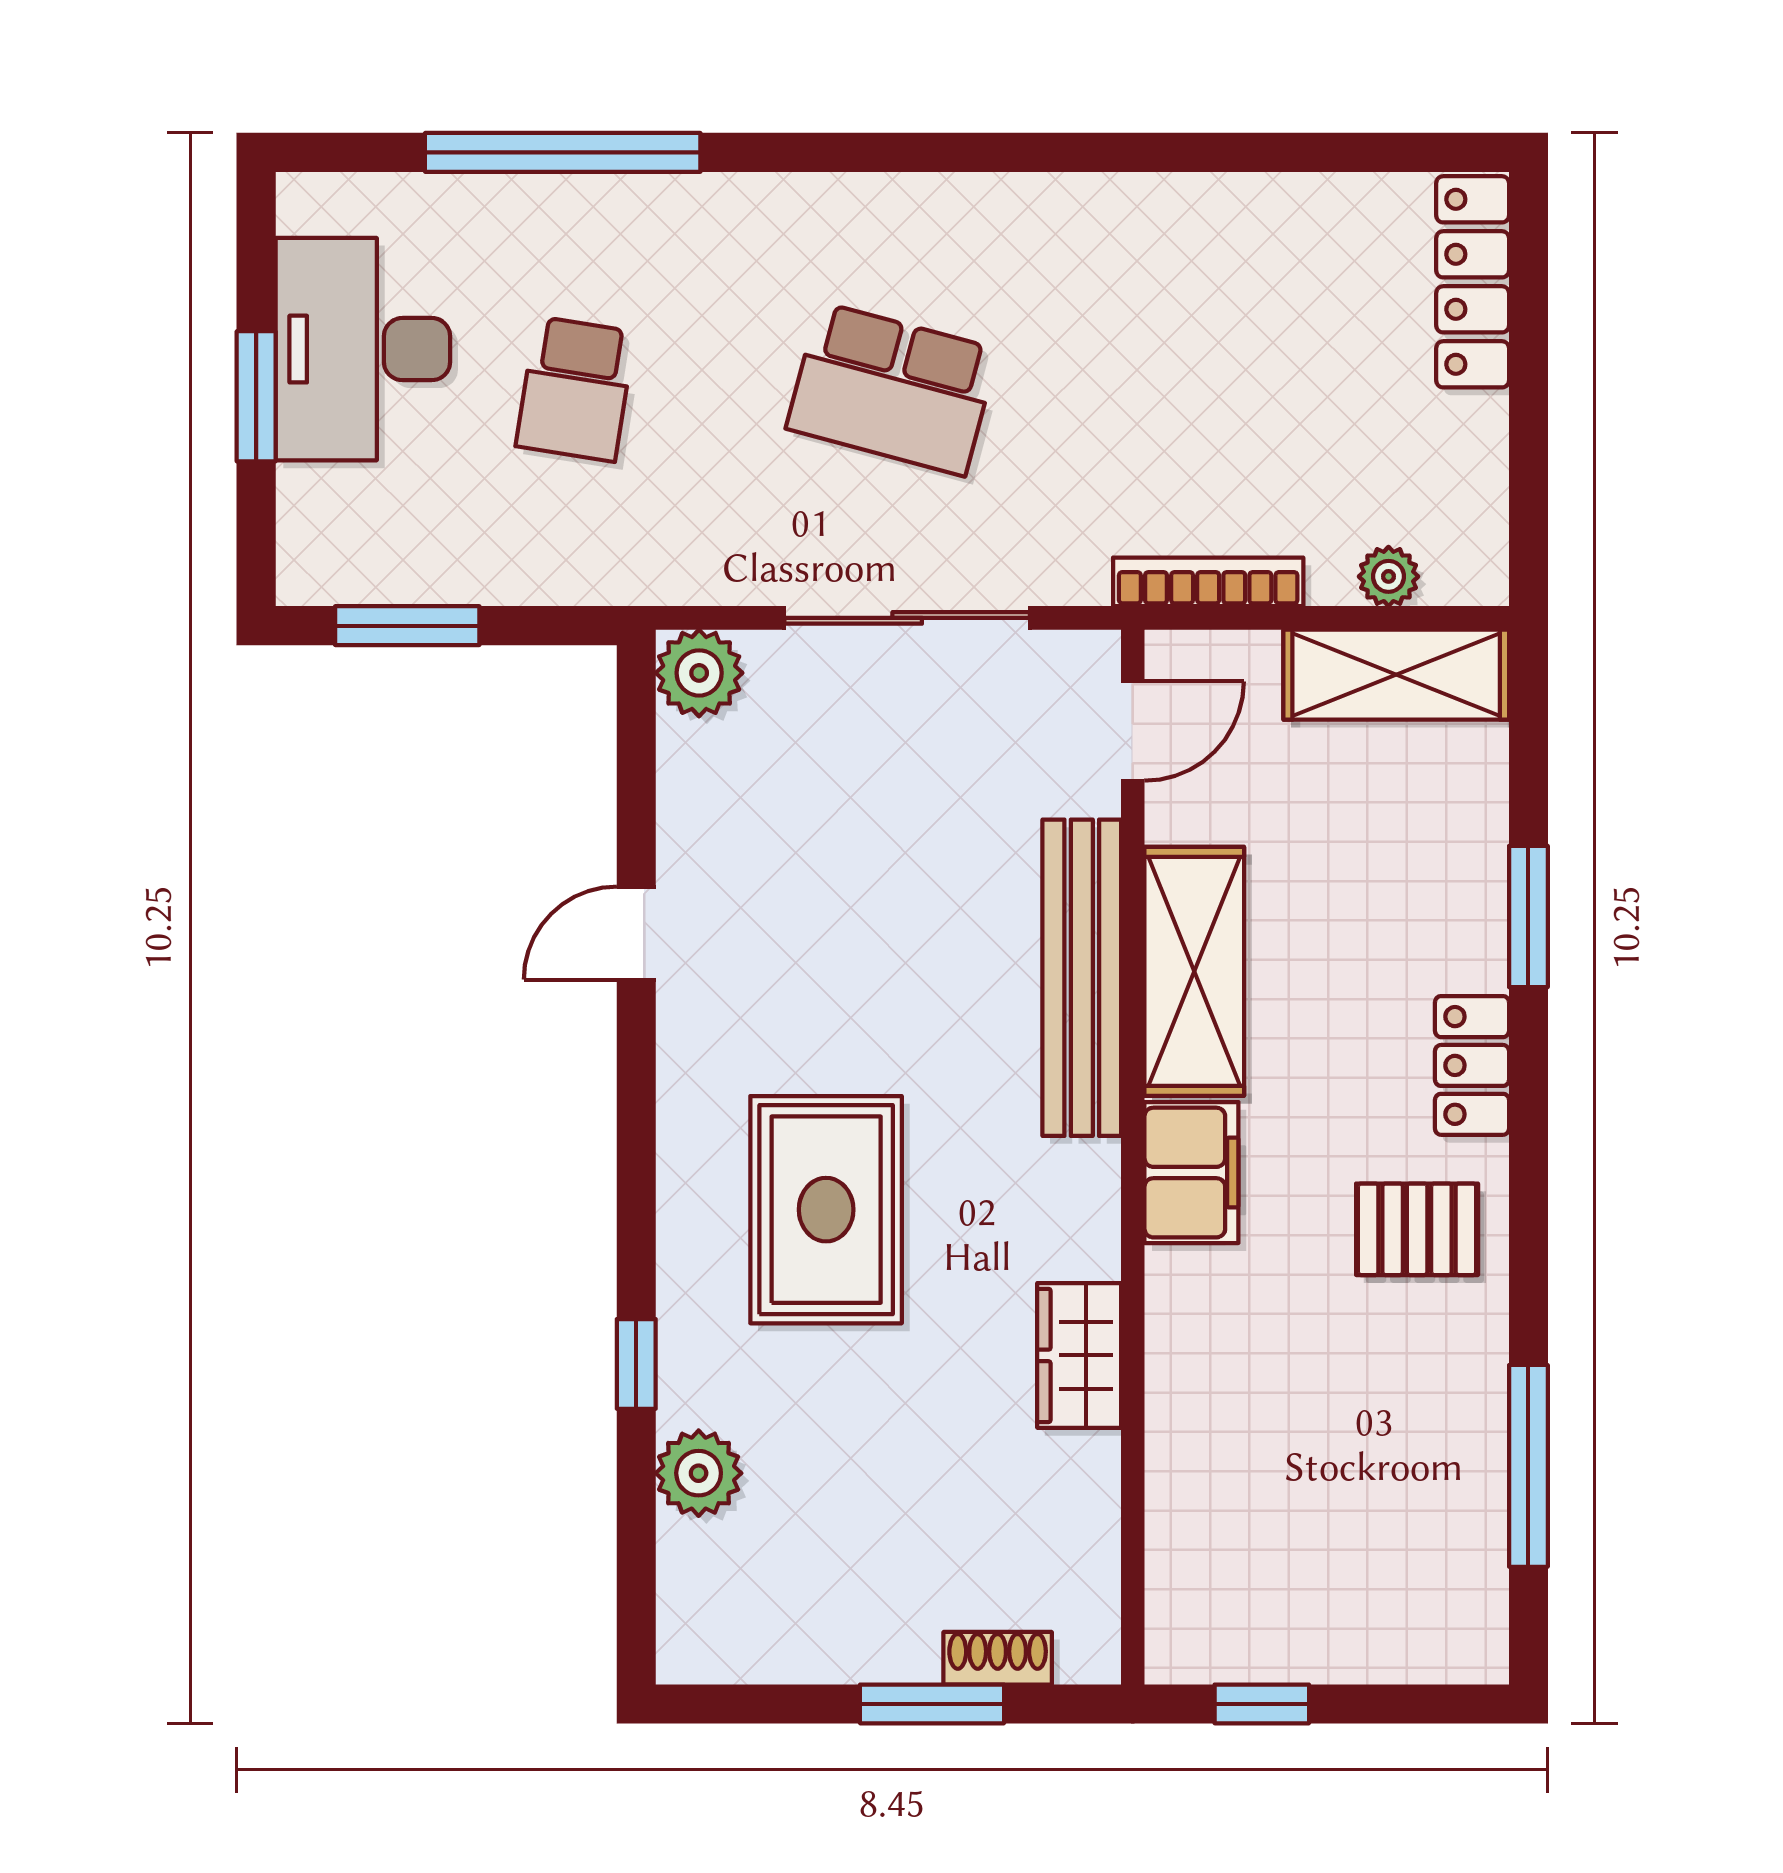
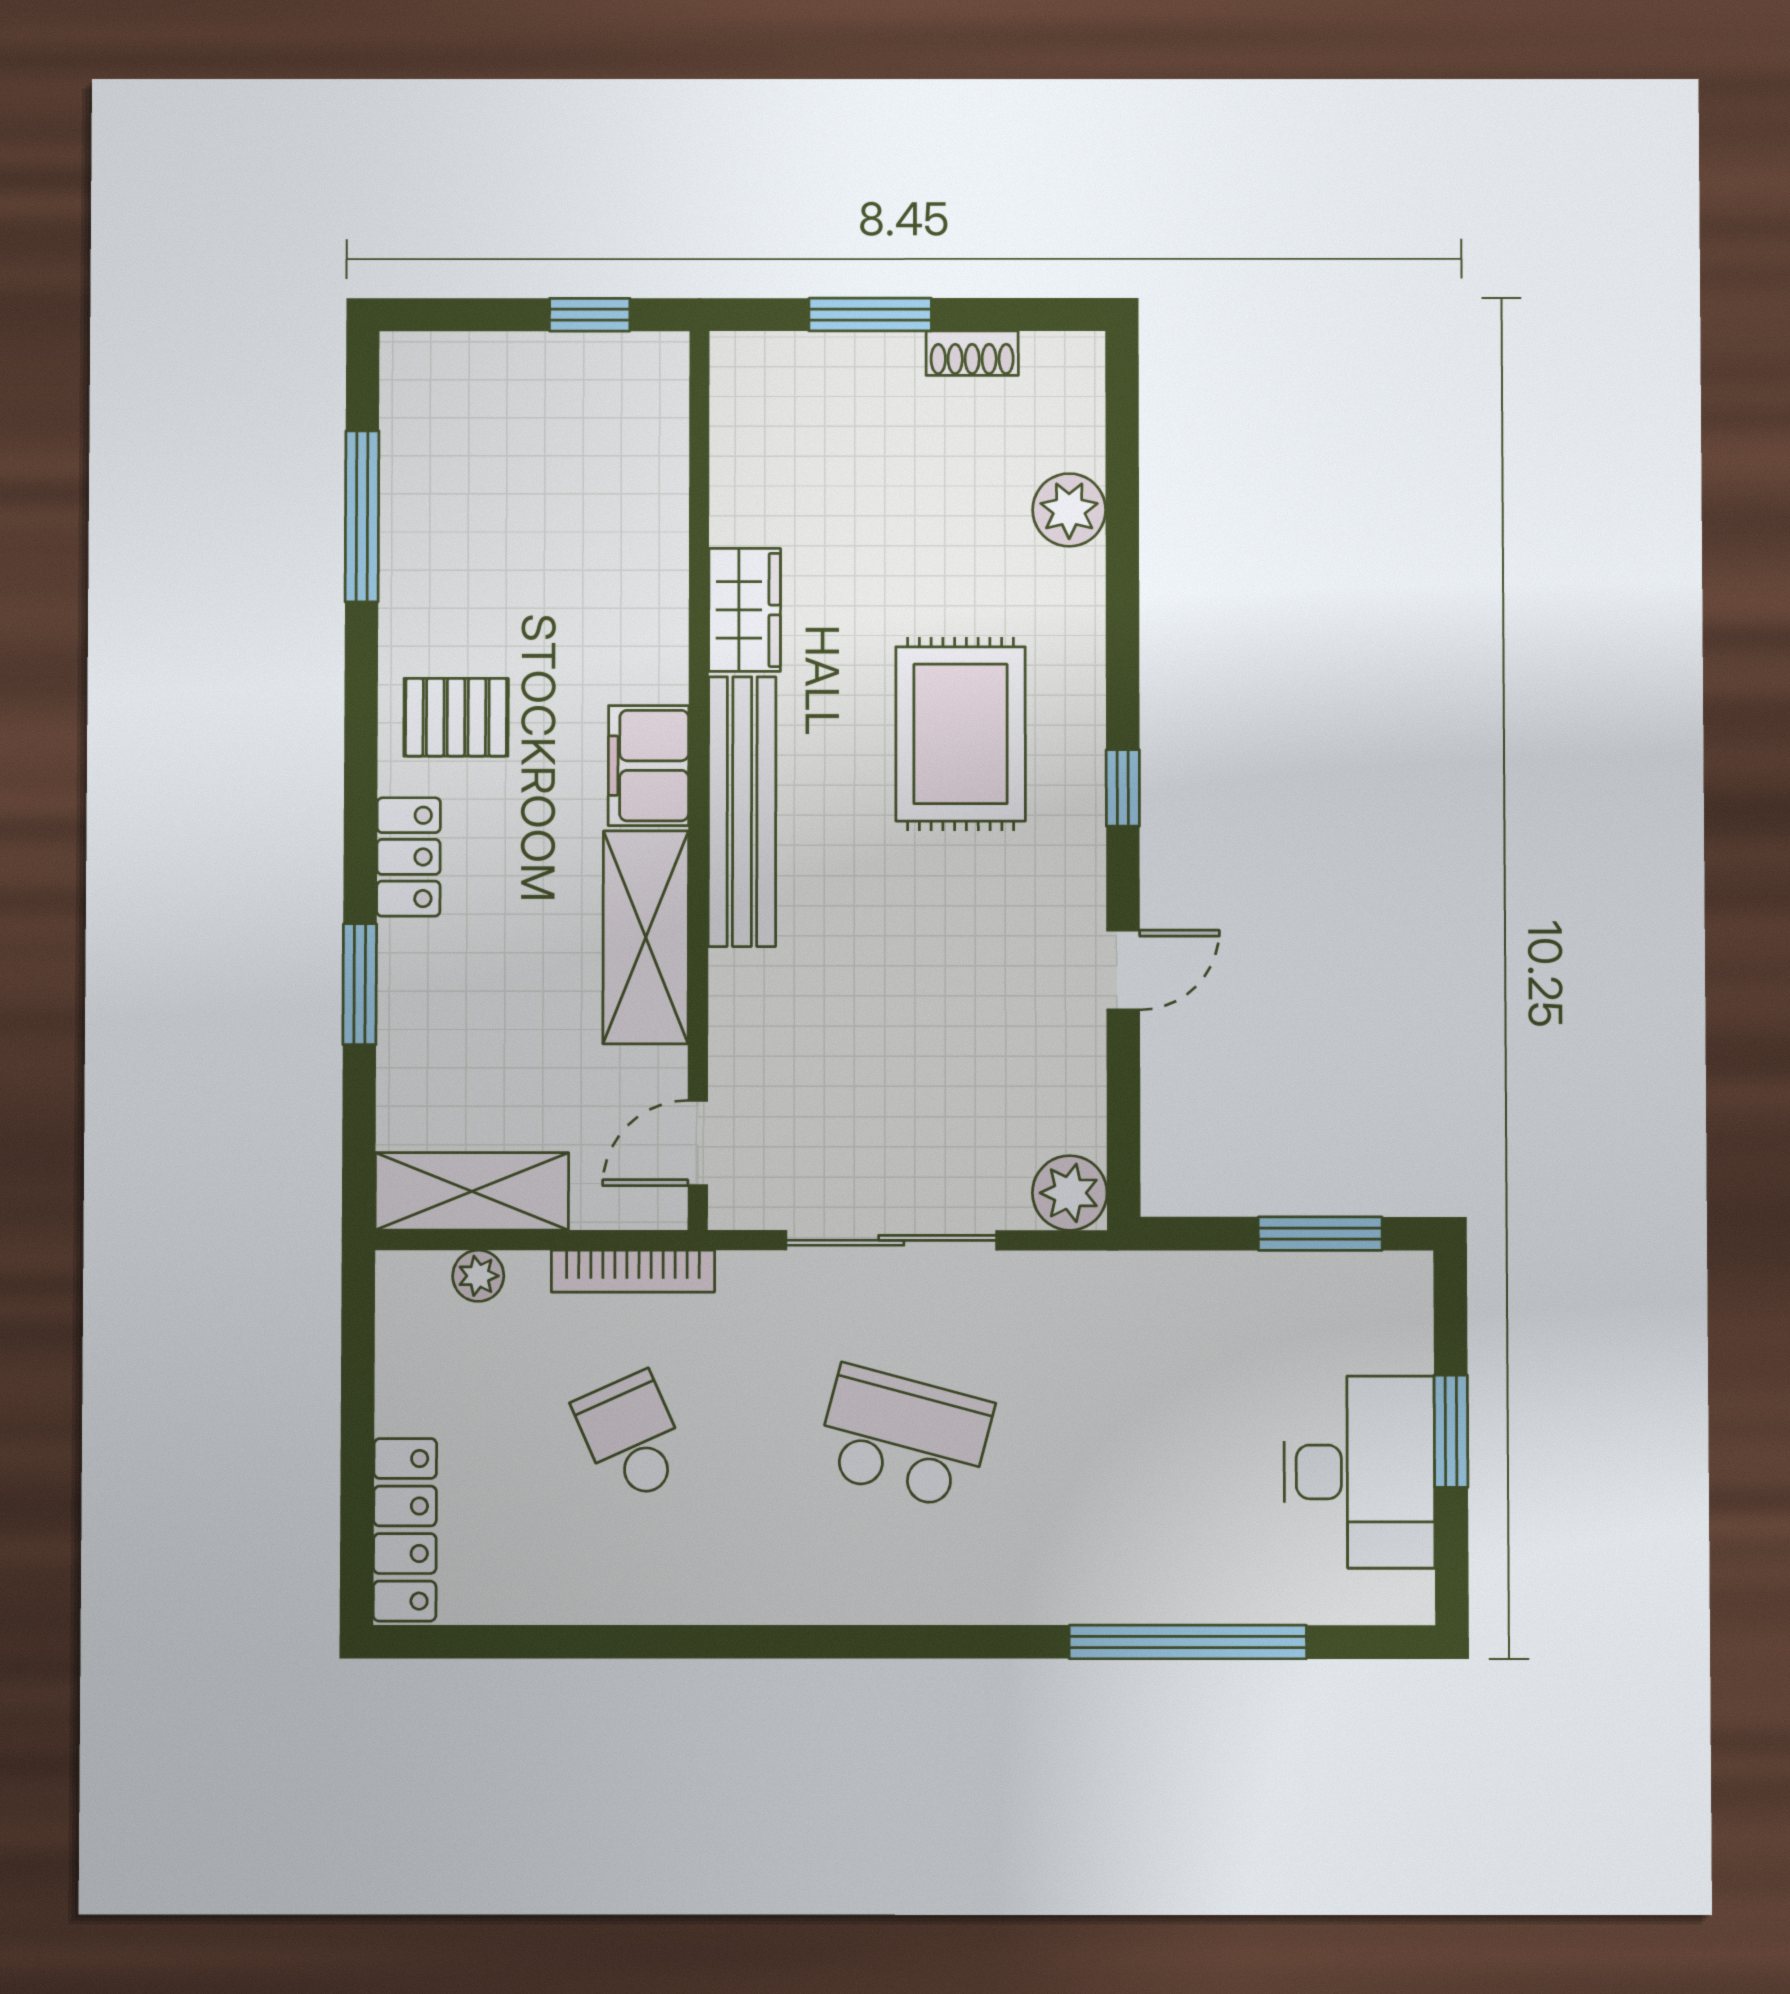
school desk: (575, 389) -> (632, 1437), moved, turned -33
bench: (1082, 978) -> (742, 811), moved
window: (636, 1364) -> (1123, 788), moved
shoe rack: (998, 1658) -> (972, 353), moved

